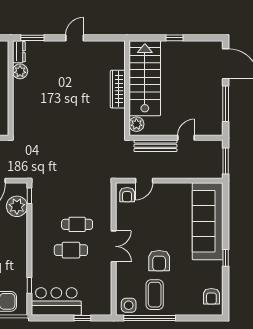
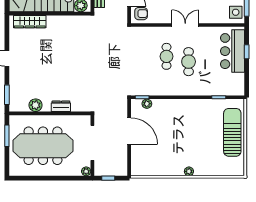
dresser: (19, 52) -> (61, 106), moved
wardrobe: (118, 89) -> (30, 22), moved
plant: (17, 206) -> (147, 104), width x0.53, depth x0.53
bar counter: (56, 301) -> (232, 51), moved

